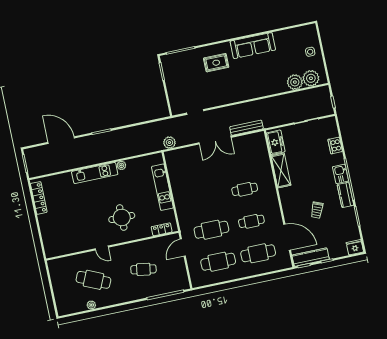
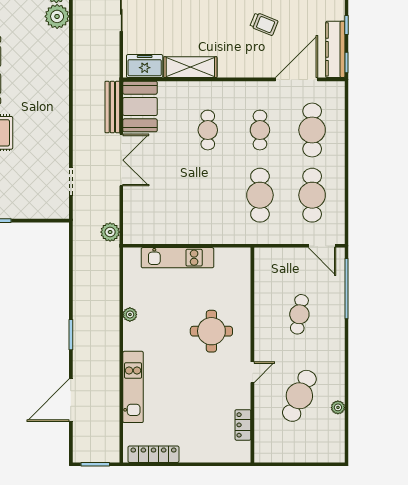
booth: (250, 145) -> (140, 107), added
kitchen unit: (95, 173) -> (133, 387), moved
locker: (162, 229) -> (243, 425), moved
door: (183, 248) -> (322, 246), moved

